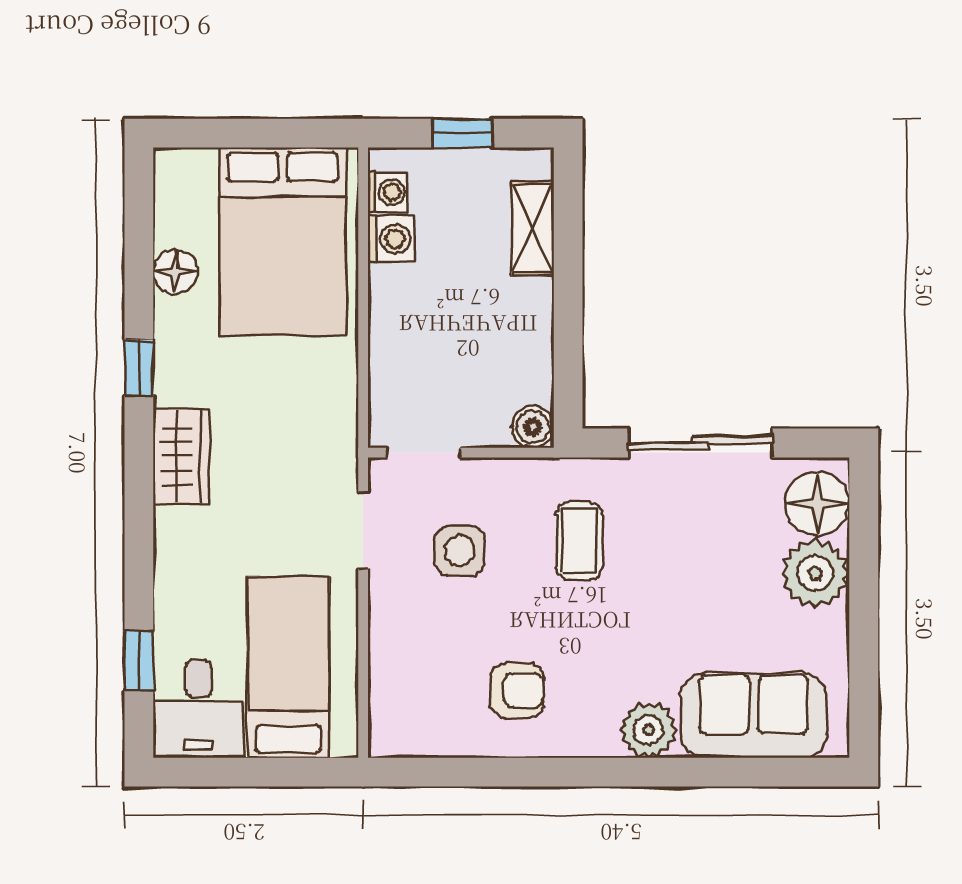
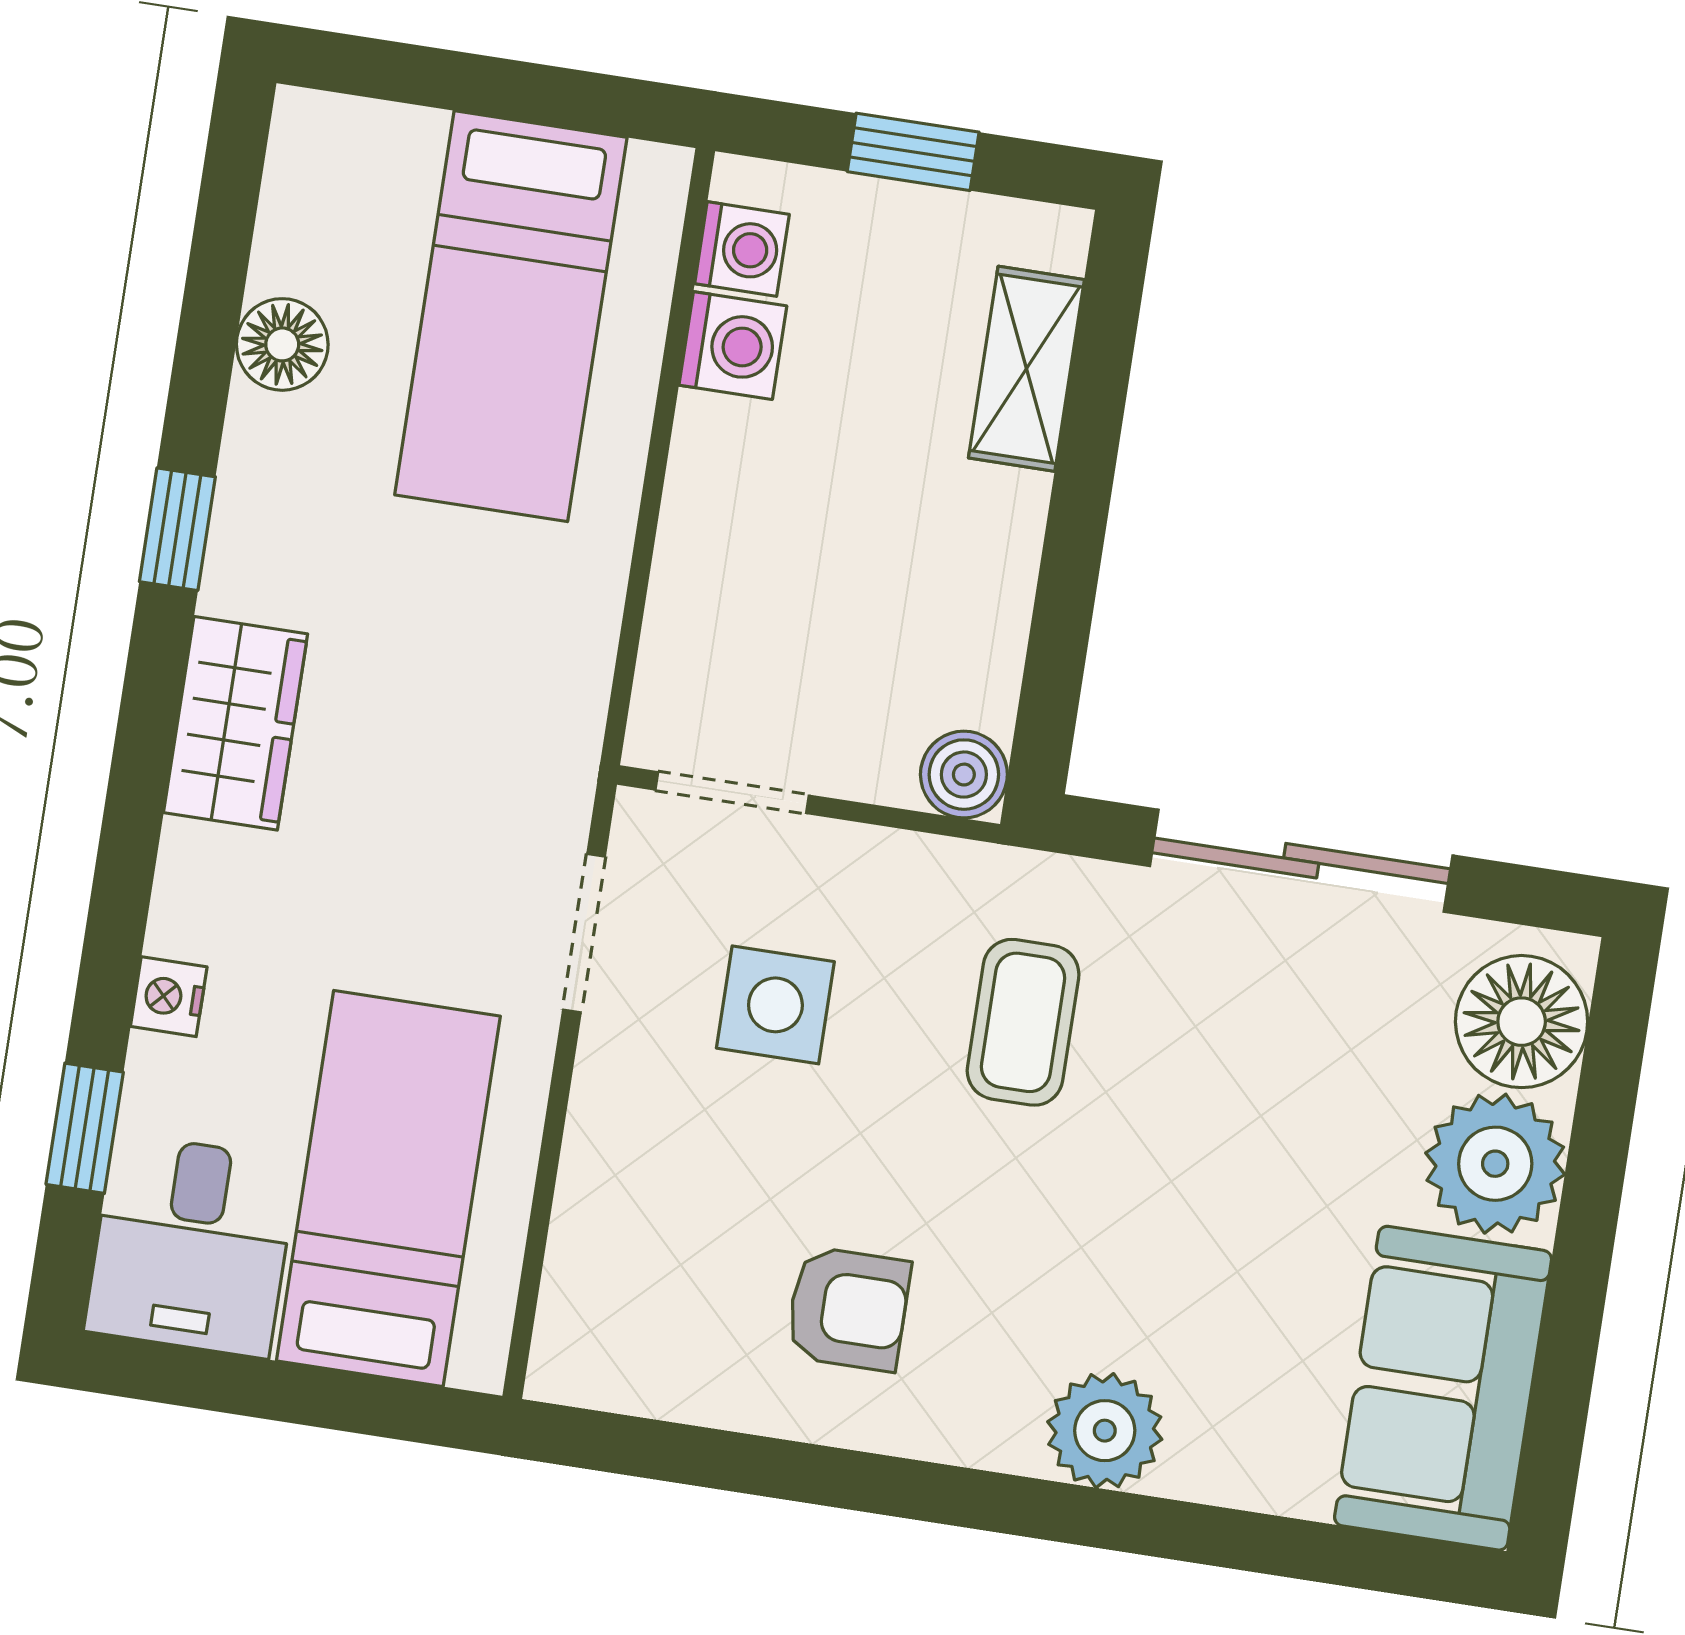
bed: (282, 241) -> (511, 316), width x0.67
nightstand: (169, 592) -> (169, 997), added
sofa: (754, 715) -> (1443, 1388), moved, turned -90

